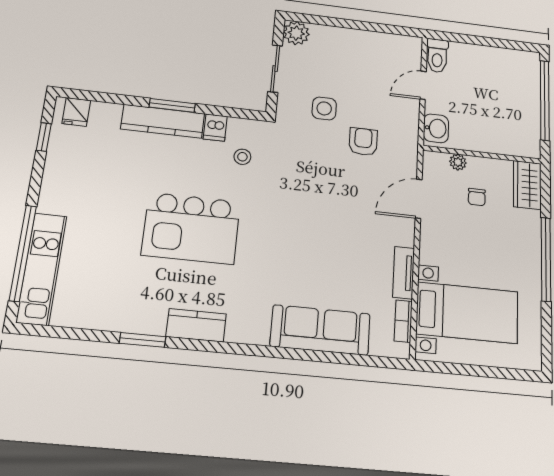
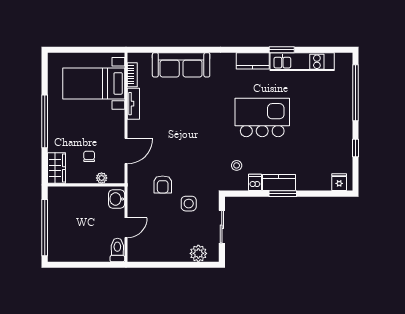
plant: (296, 33) -> (198, 253), moved
kitchen counter: (163, 121) -> (279, 183), width x0.67
window: (44, 137) -> (356, 148), moved
kitchen unit: (42, 269) -> (302, 62), moved, turned -90

